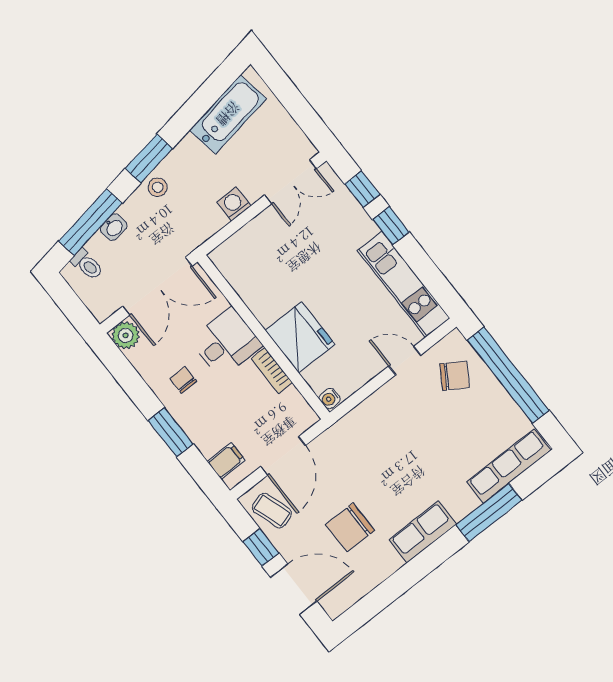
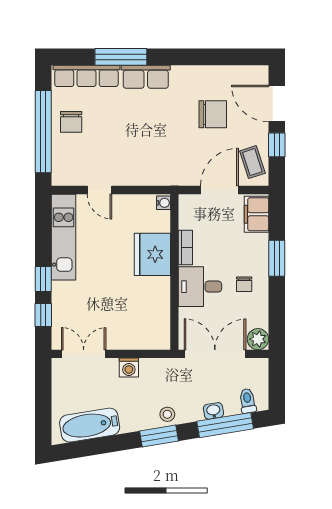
chair: (455, 376) -> (71, 122), moved, turned -122
filing cabinet: (226, 461) -> (257, 214), width x2.00
row of seats: (423, 532) -> (146, 77), moved

